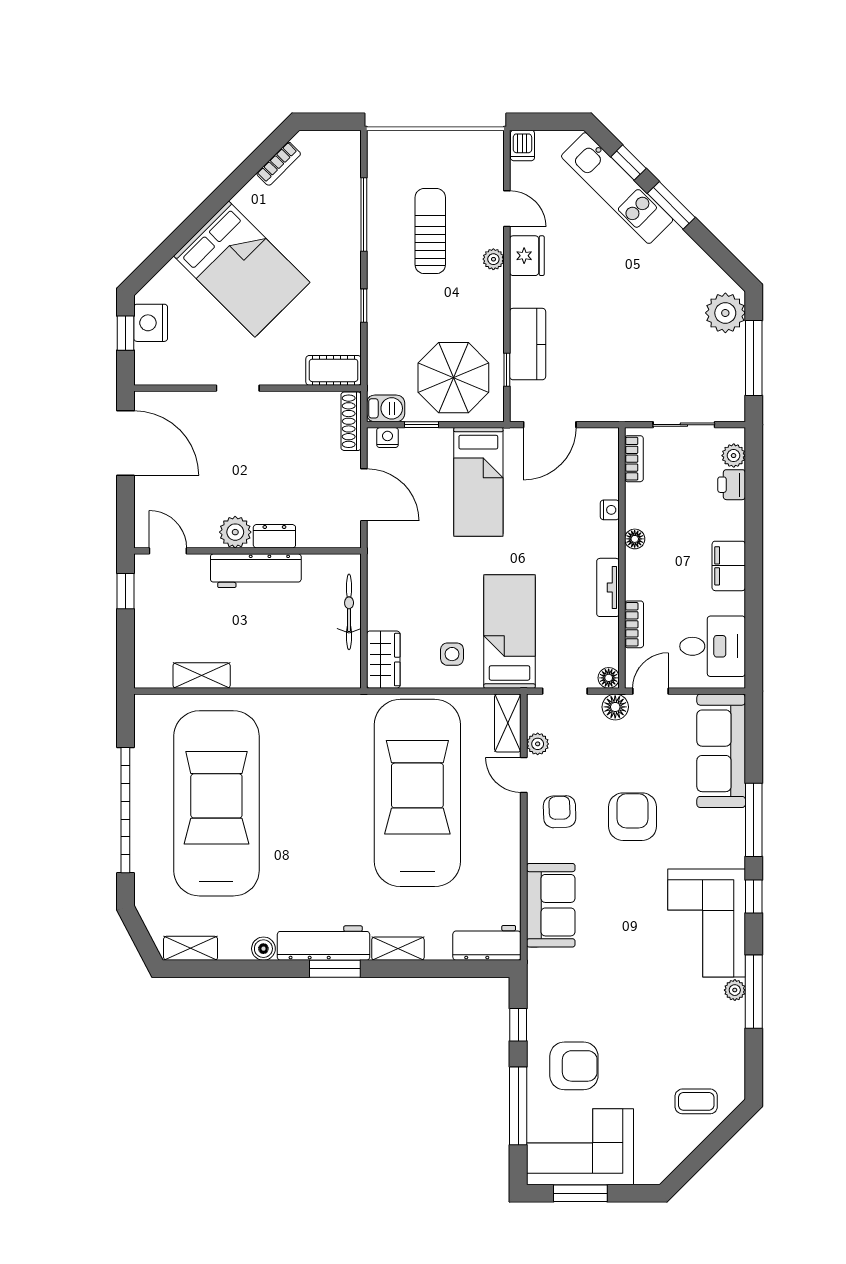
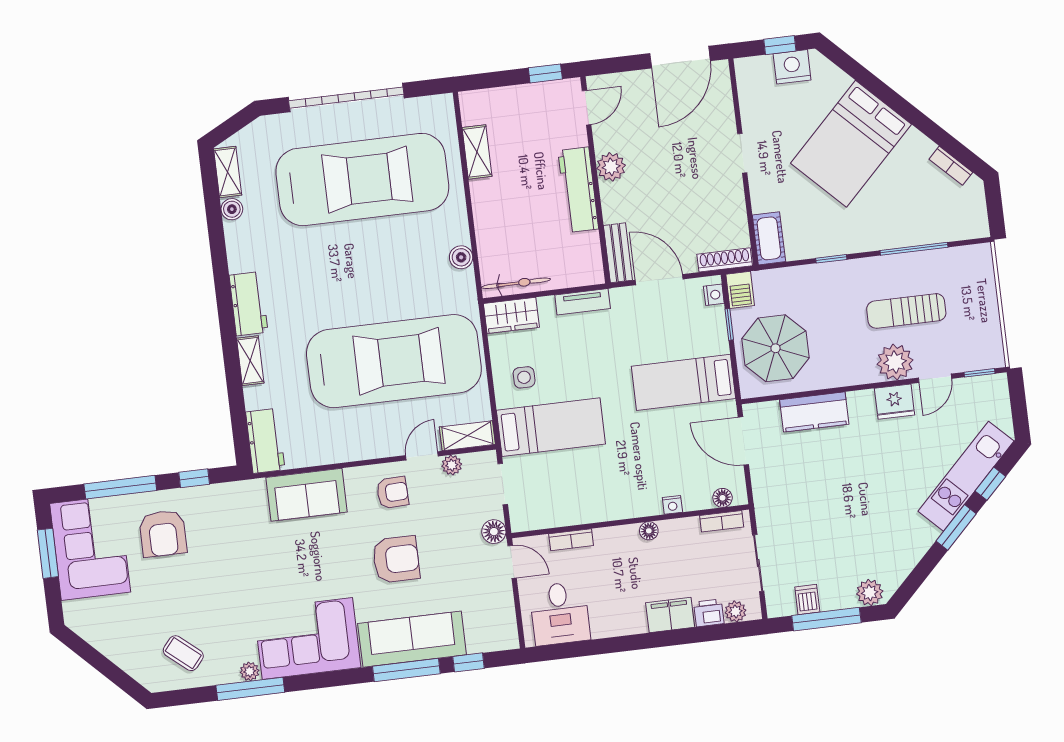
dishwasher: (522, 145) -> (807, 599), moved, turned 90
sun lounger: (430, 231) -> (906, 311), turned 180
plant: (493, 259) -> (895, 362), width x1.88, depth x1.88
plant: (725, 313) -> (870, 593), width x0.73, depth x0.73
window: (507, 370) -> (979, 373), moved
door: (364, 495) -> (659, 280), swing flipped
dresser: (274, 536) -> (612, 203), removed
bench: (329, 536) -> (618, 253), added
filing cabinet: (729, 566) -> (670, 615), moved
tv unit: (608, 587) -> (583, 302), moved, turned 180
bicycle: (349, 612) -> (516, 283), moved
floor lamp: (609, 678) -> (723, 498), moved
boiler: (314, 707) -> (461, 257), added
sofa: (721, 751) -> (412, 639), moved
window: (754, 897) -> (469, 662), moved
workbench: (323, 943) -> (248, 304), width x0.73
boiler: (263, 949) -> (232, 209), moved
window: (335, 969) -> (225, 305), removed
coffee table: (696, 1101) -> (183, 653), moved, turned -50

